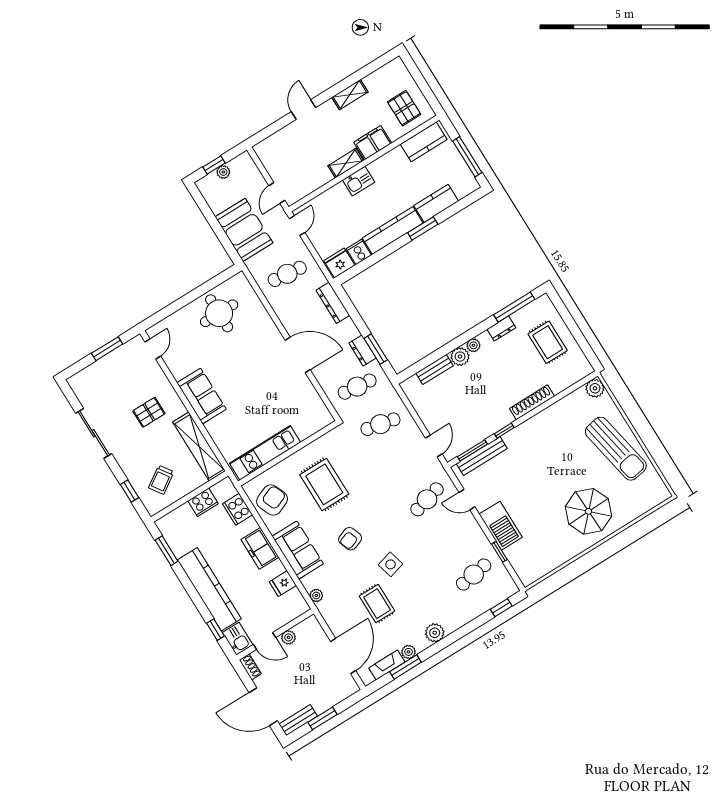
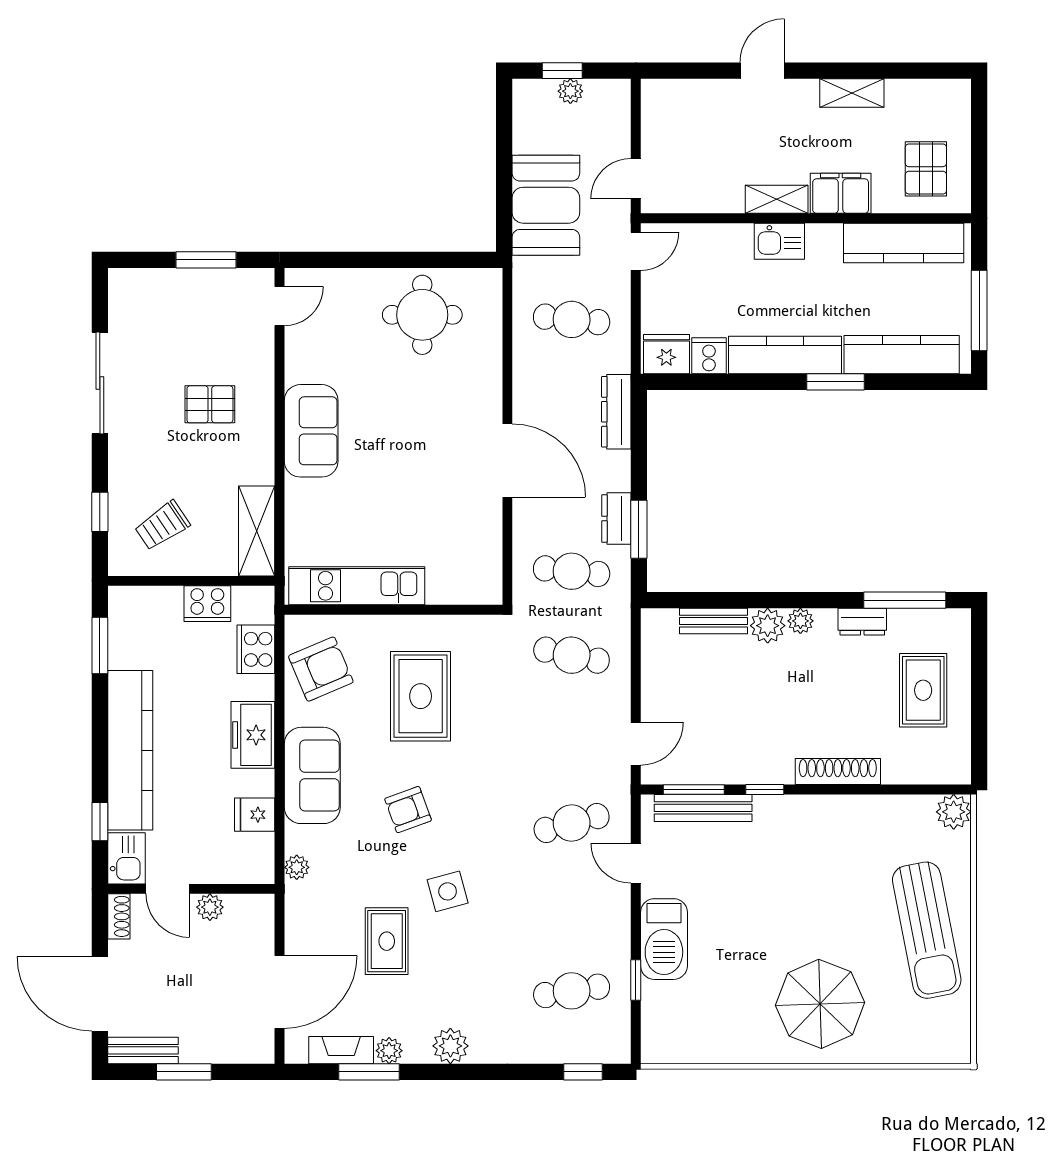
kitchen counter: (424, 142) -> (904, 243), width x1.50
kitchen counter: (436, 203) -> (902, 355), width x1.50
shelving: (199, 447) -> (257, 531), width x0.68

